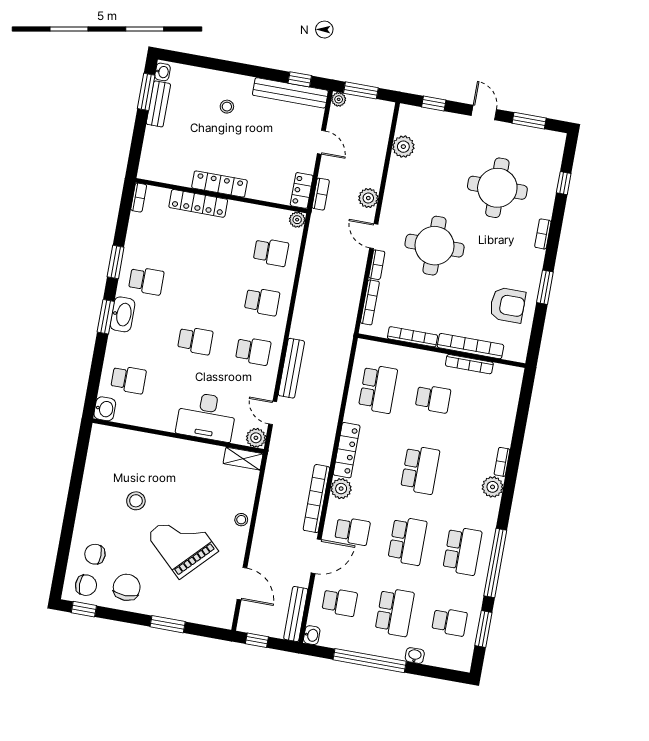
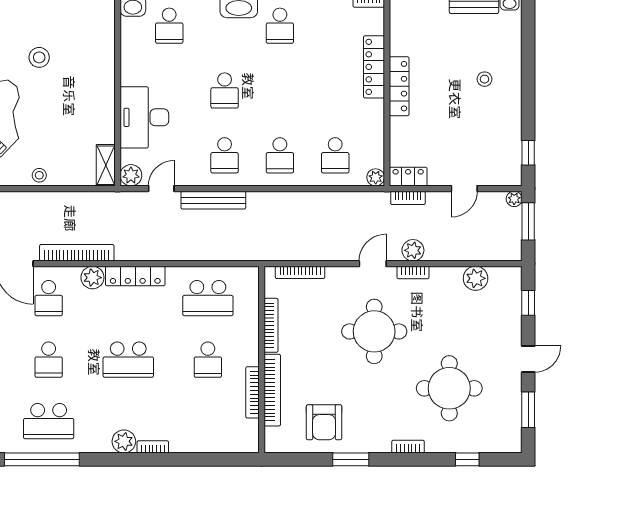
bench: (290, 93) -> (512, 145), removed
bookcase: (377, 265) -> (413, 273), moved
school desk: (407, 541) -> (49, 360), width x0.54

